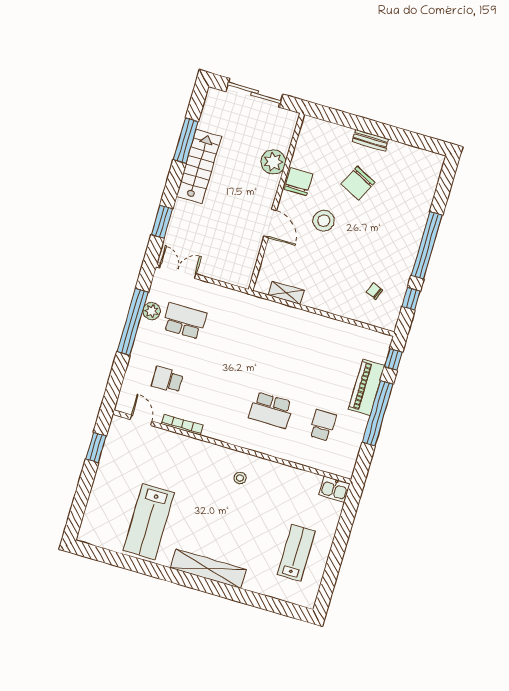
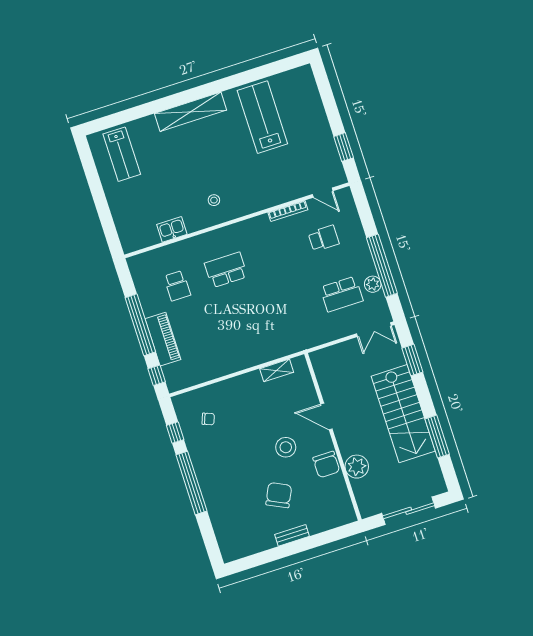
stairs: (199, 166) -> (403, 414), width x1.36, depth x1.51
kitchen sink: (334, 489) -> (172, 229), moved
lab bench: (296, 553) -> (122, 154), moved

